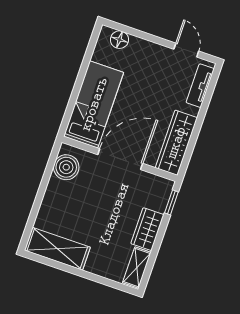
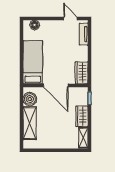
wardrobe: (176, 143) -> (82, 73), width x0.67
door: (120, 159) -> (56, 85), swing flipped
shelving: (57, 249) -> (30, 123), moved, turned 90

